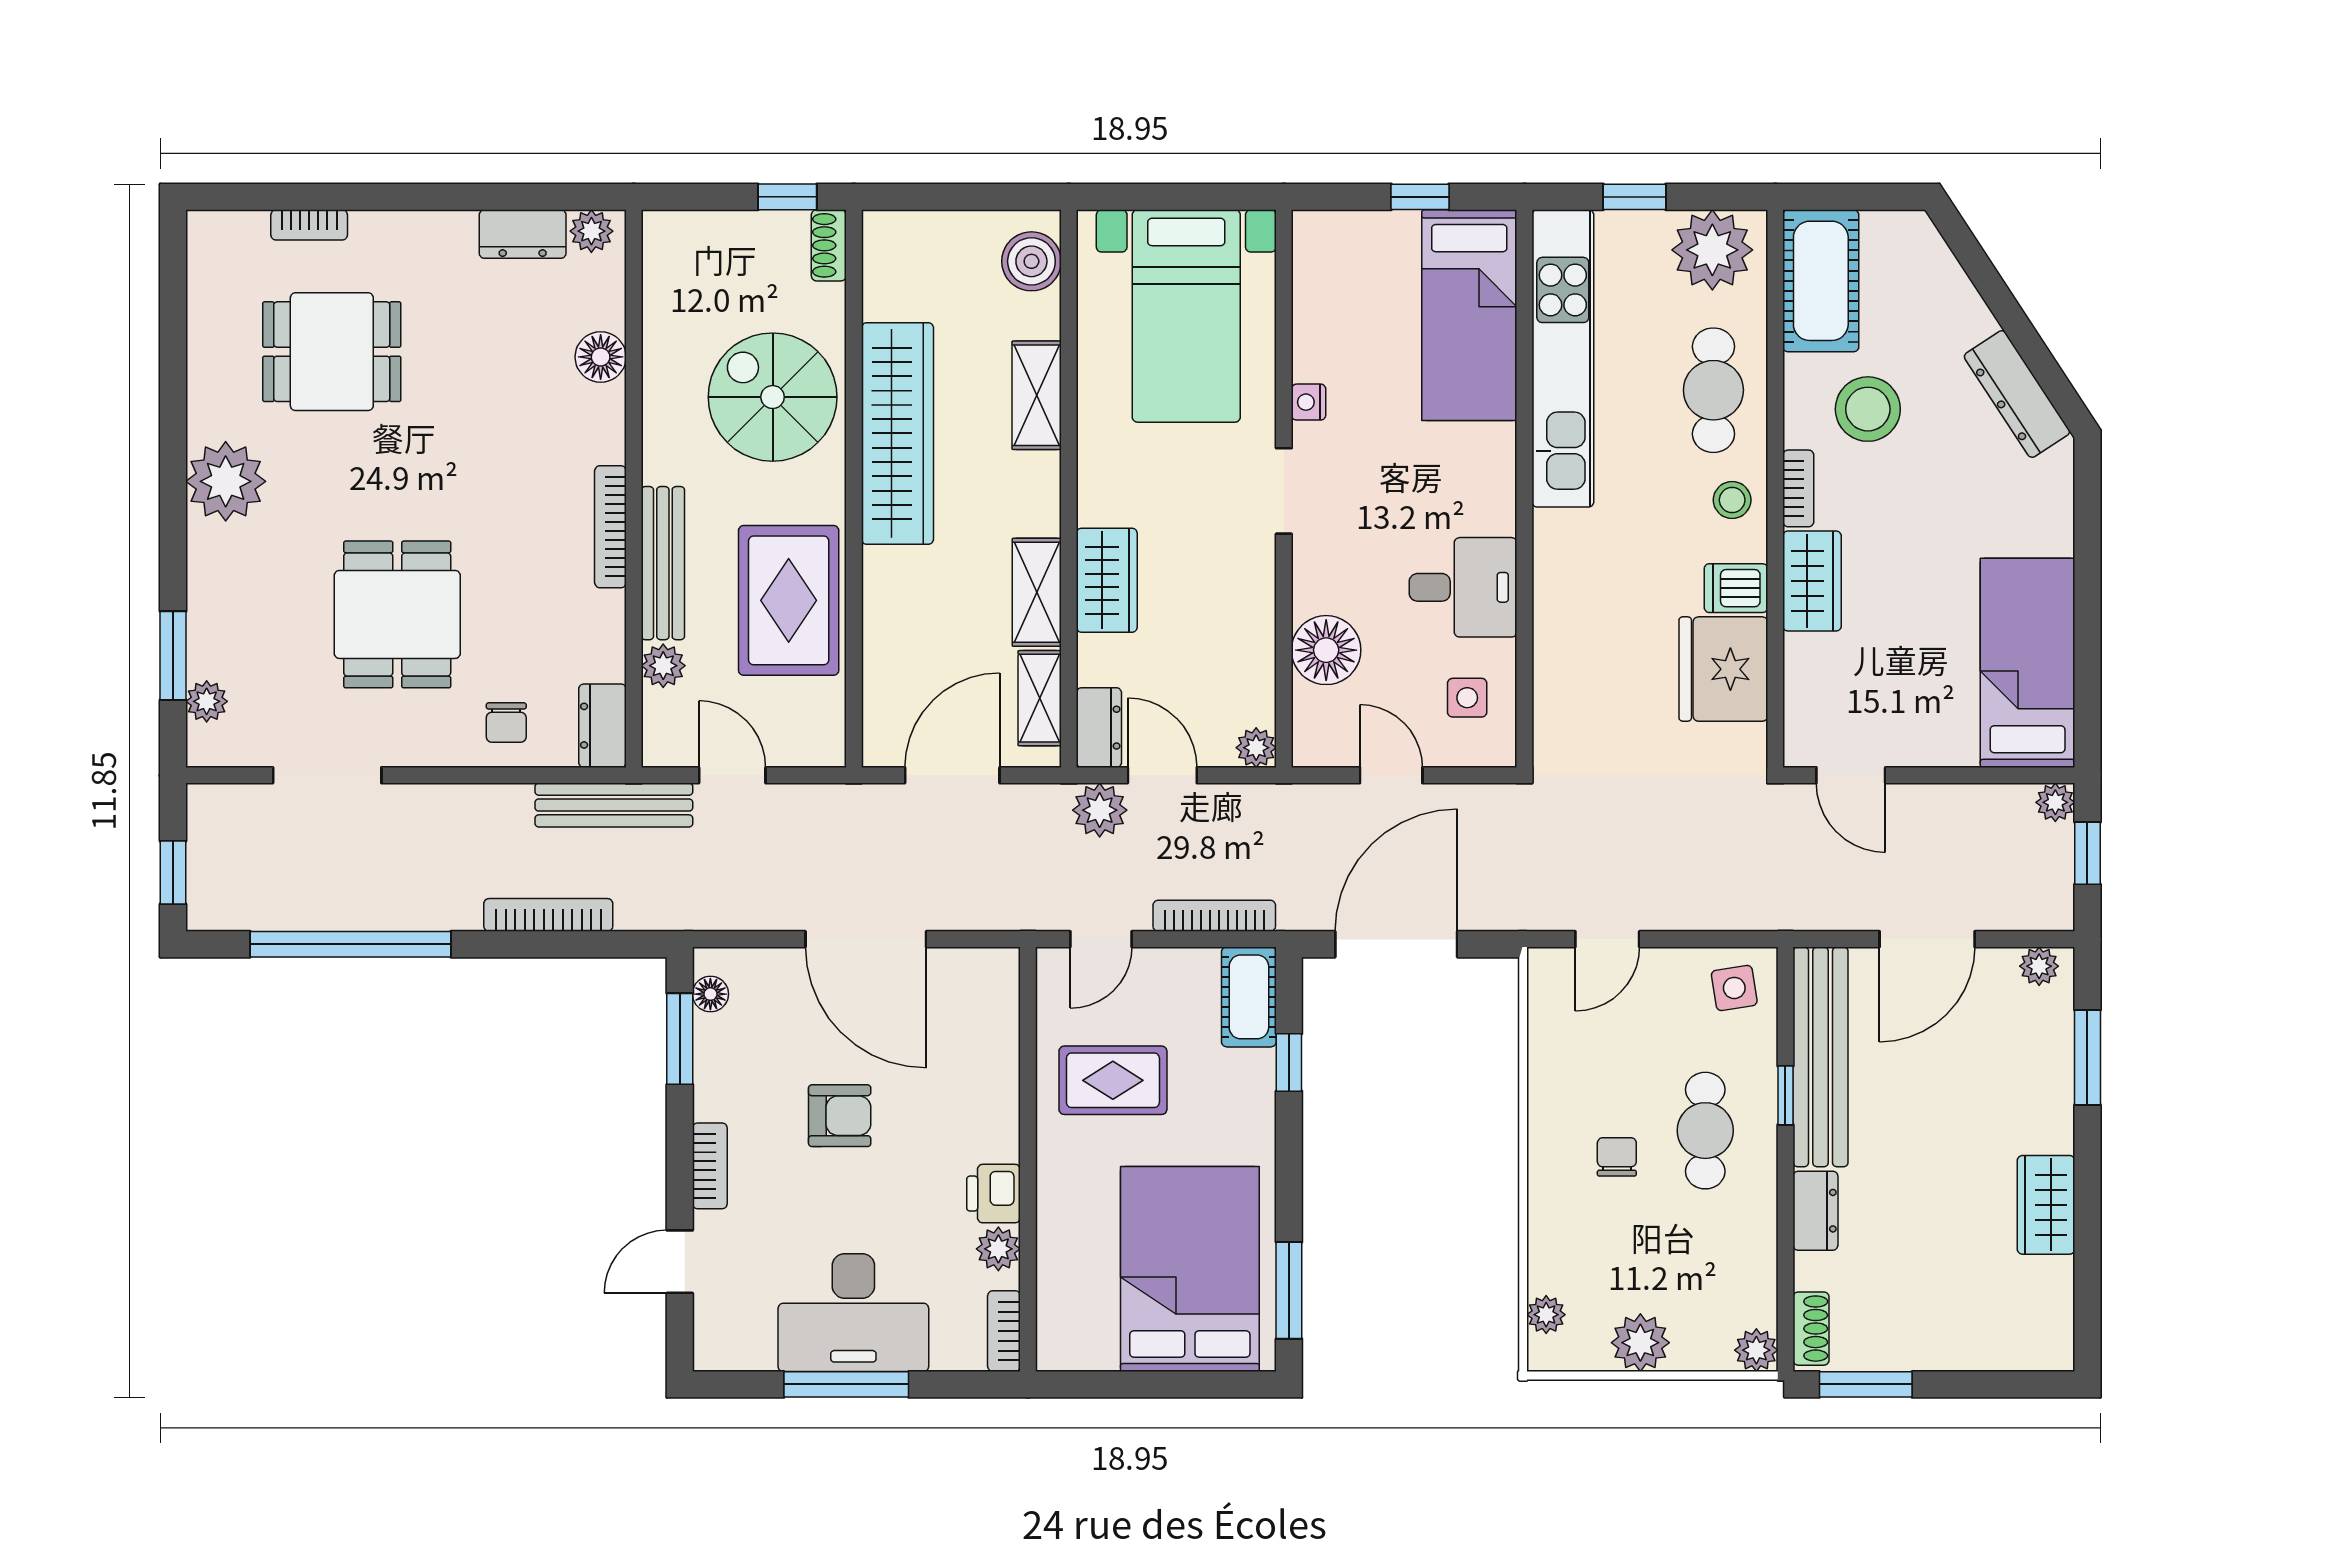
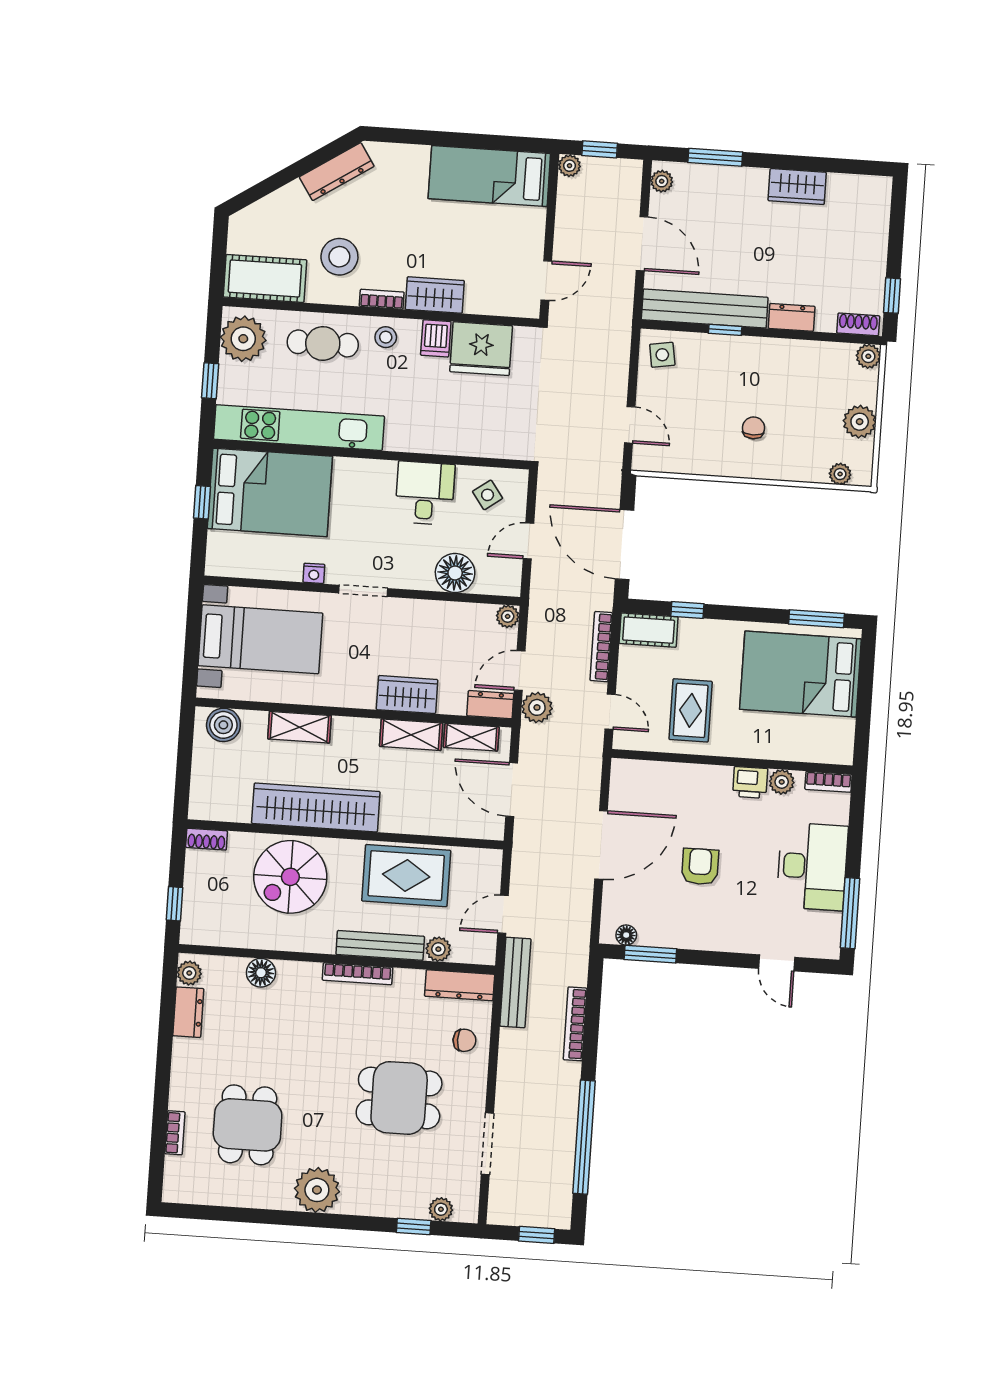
window: (787, 197) -> (175, 904), moved
bed: (1469, 315) -> (270, 492), width x1.50
window: (173, 656) -> (414, 1227), width x0.67
side table: (1467, 698) -> (488, 495), turned -36
dresser: (602, 726) -> (460, 985), width x1.44
cafe table: (1705, 1131) -> (742, 377), removed
chair: (1617, 1157) -> (753, 428), turned 90
bookcase: (710, 1166) -> (724, 942), removed
window: (846, 1384) -> (850, 913), moved
window: (1866, 1384) -> (892, 296), width x0.67

